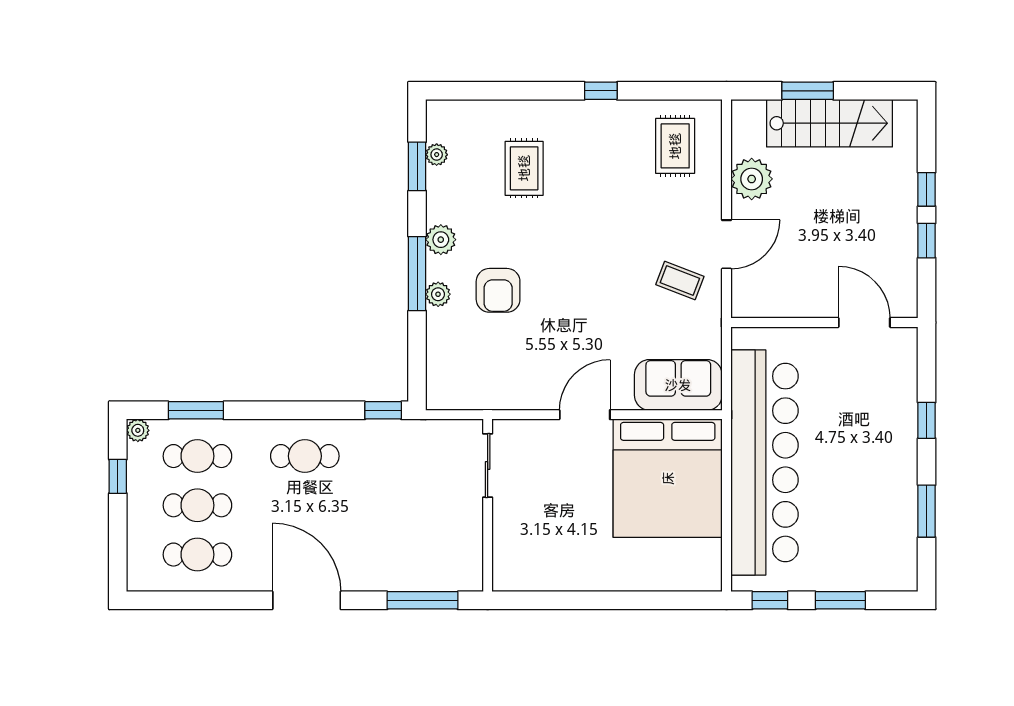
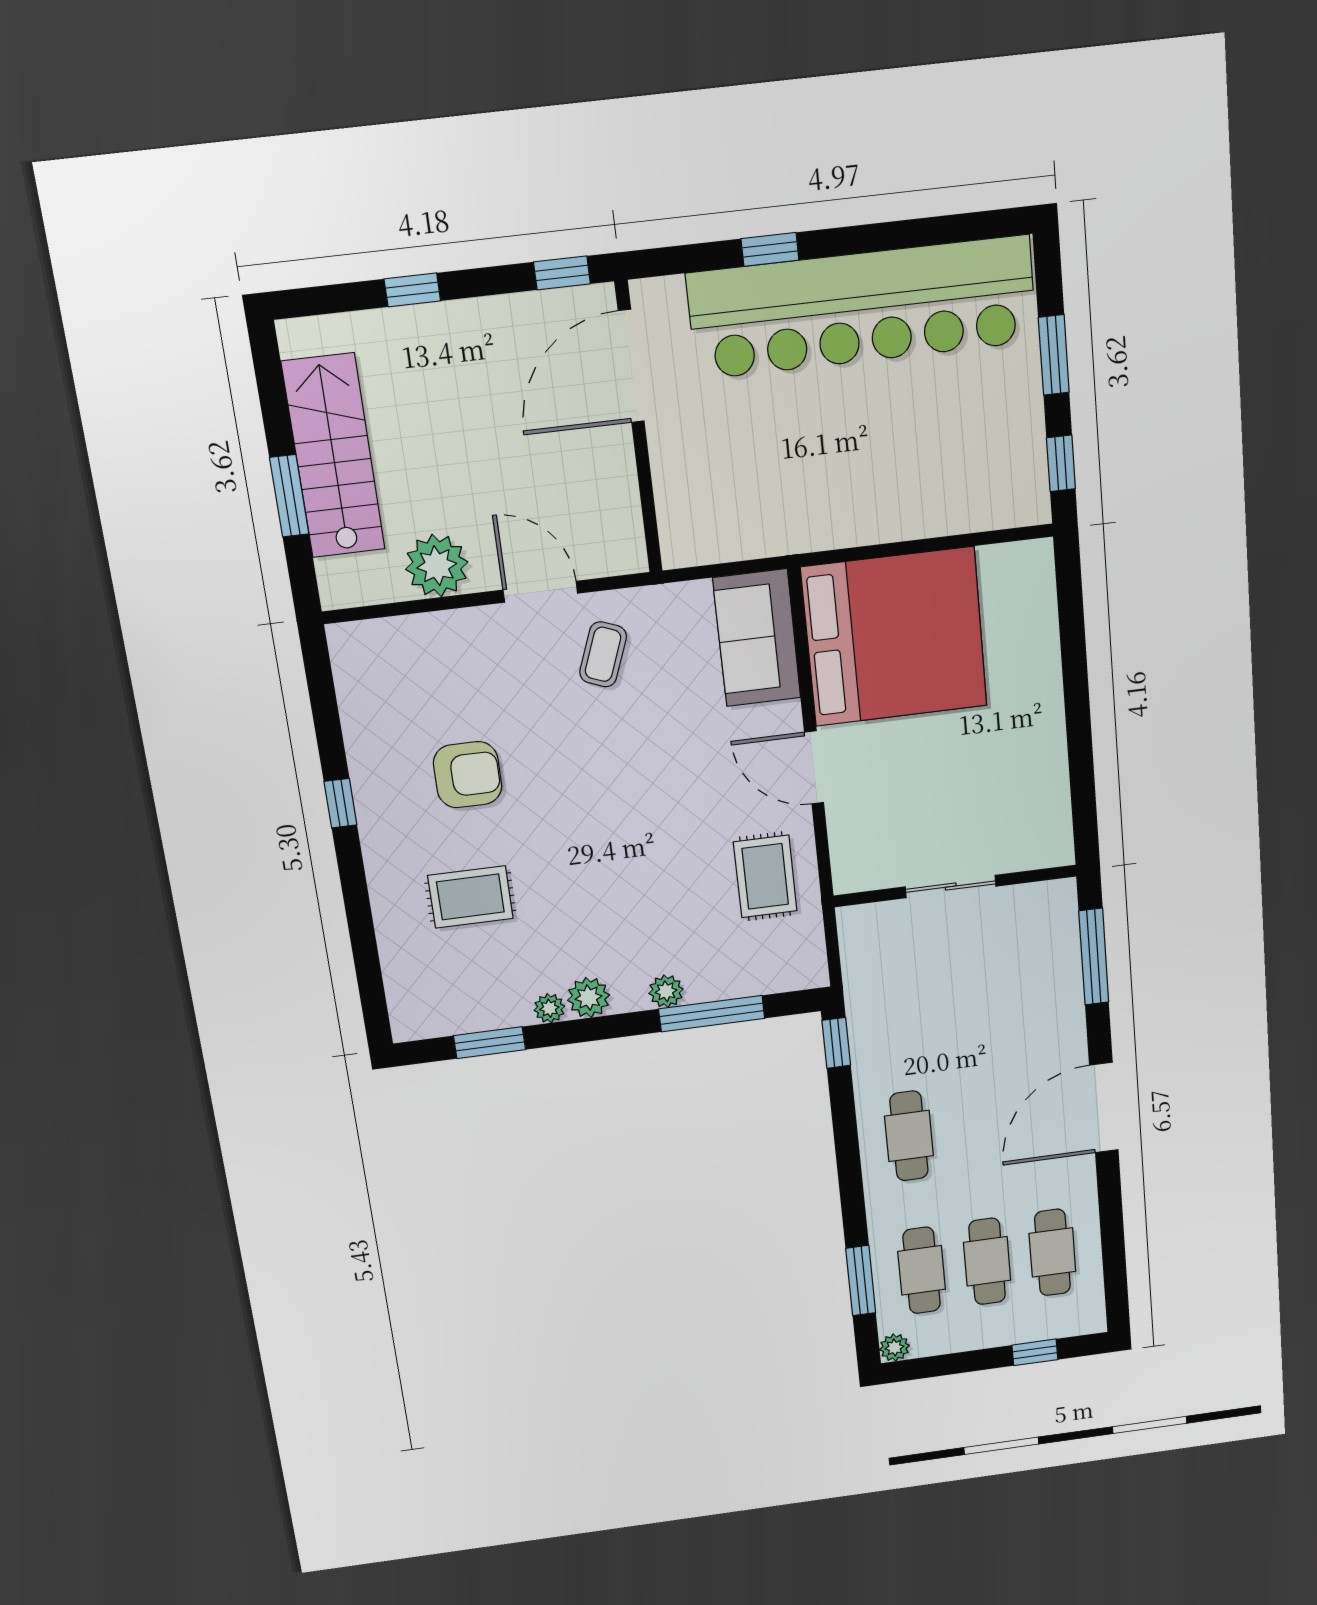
rug: (675, 146) -> (765, 876), moved, turned 90
plant: (437, 155) -> (549, 1008), moved
window: (927, 241) -> (562, 273), moved
window: (417, 274) -> (712, 1014), moved
armchair: (498, 290) -> (468, 775), moved
door: (864, 323) -> (631, 366), width x1.36
bar counter: (765, 463) -> (863, 307), moved, turned 180
sliding door: (488, 465) -> (951, 887), moved
window: (118, 476) -> (1035, 1352), moved
window: (927, 511) -> (909, 234), removed

